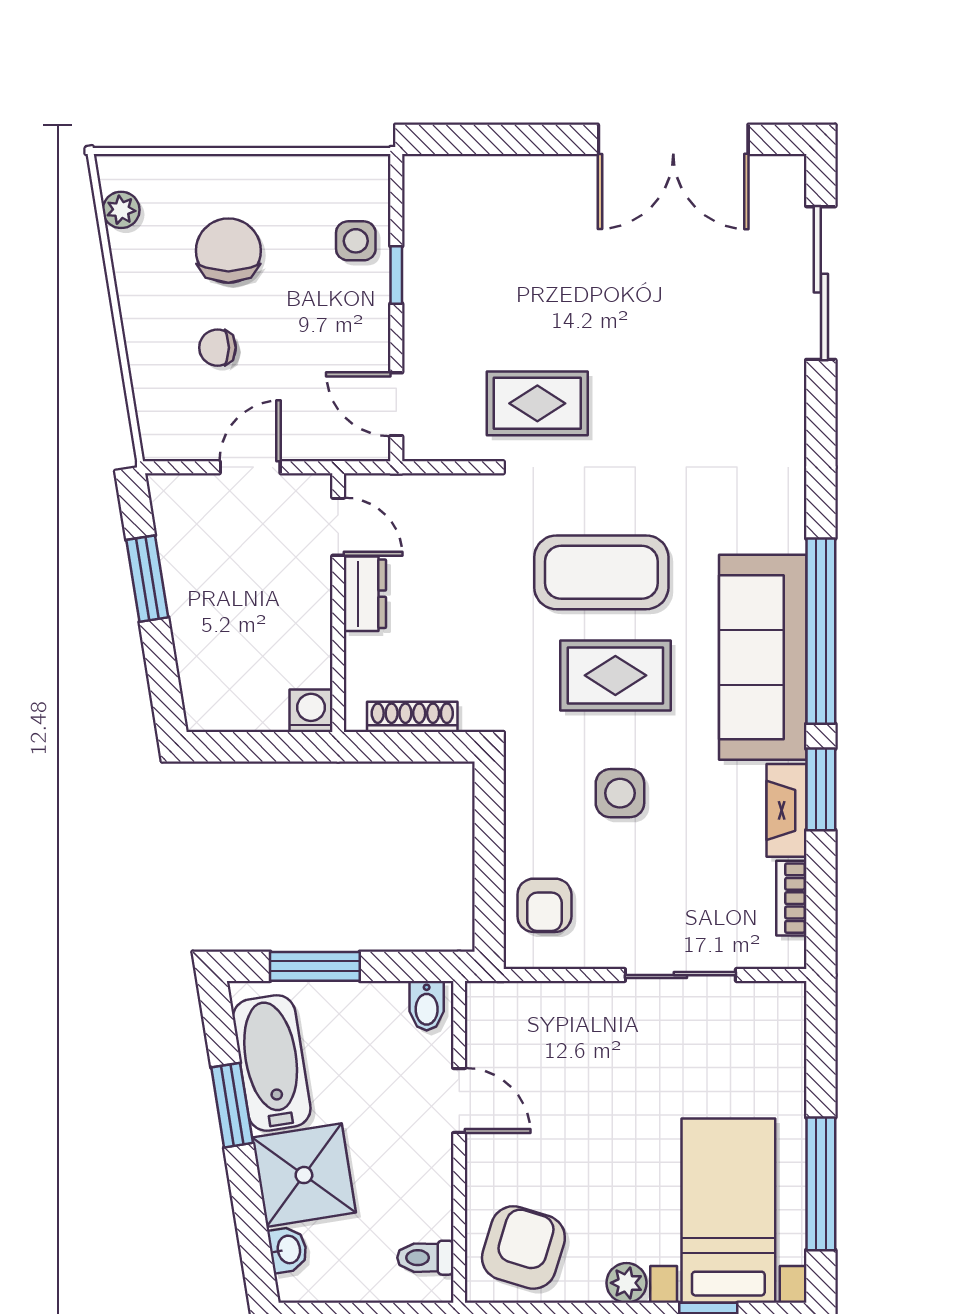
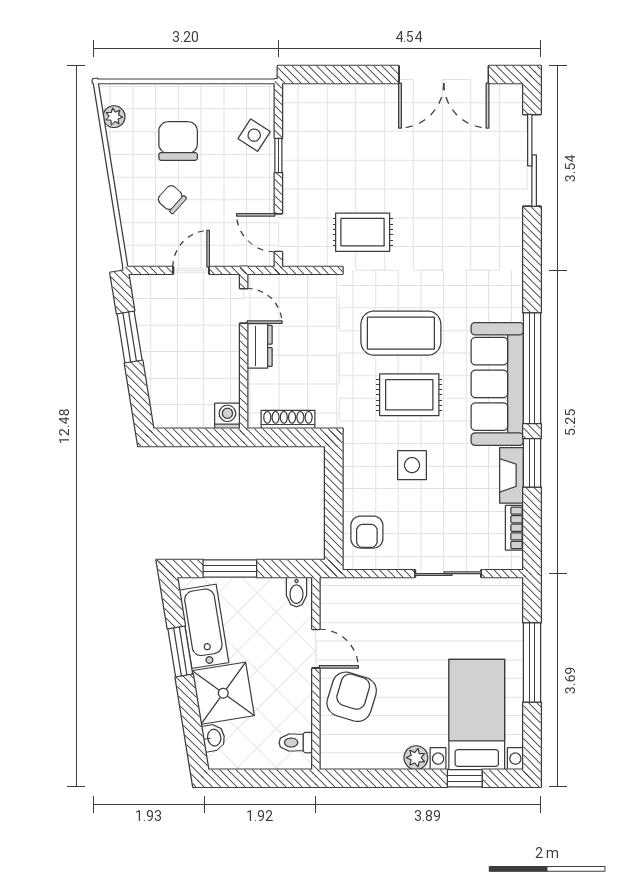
side table: (356, 241) -> (254, 135), turned 33
chair: (218, 348) -> (172, 199), turned 42
window: (821, 1184) -> (532, 663), moved
armchair: (523, 1247) -> (352, 697), moved

